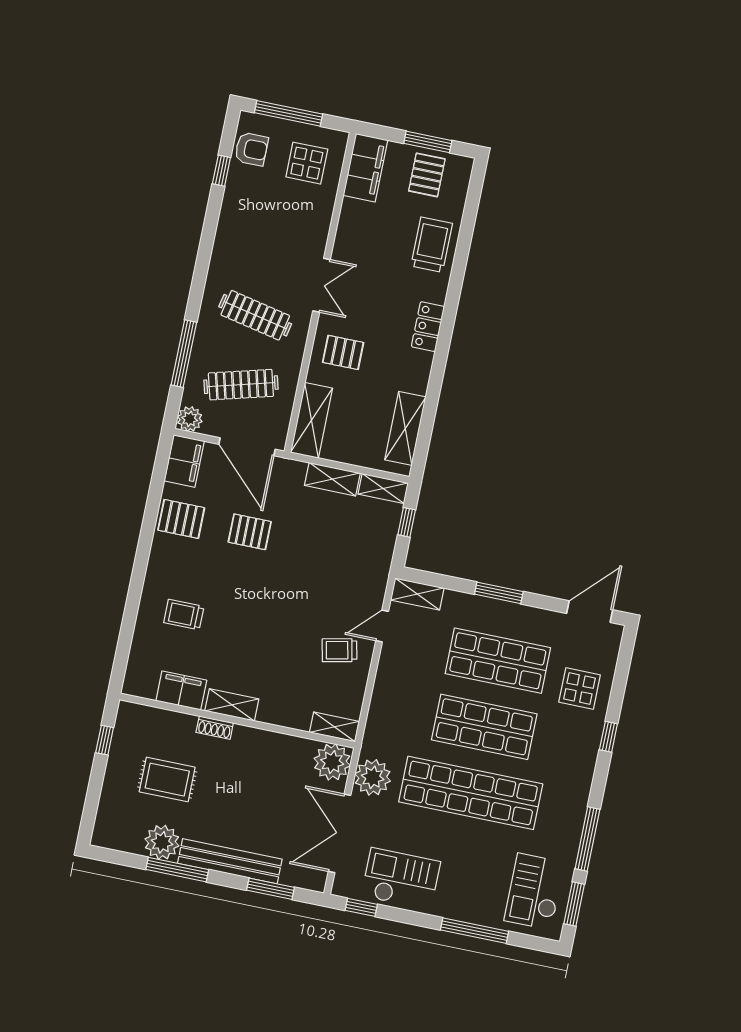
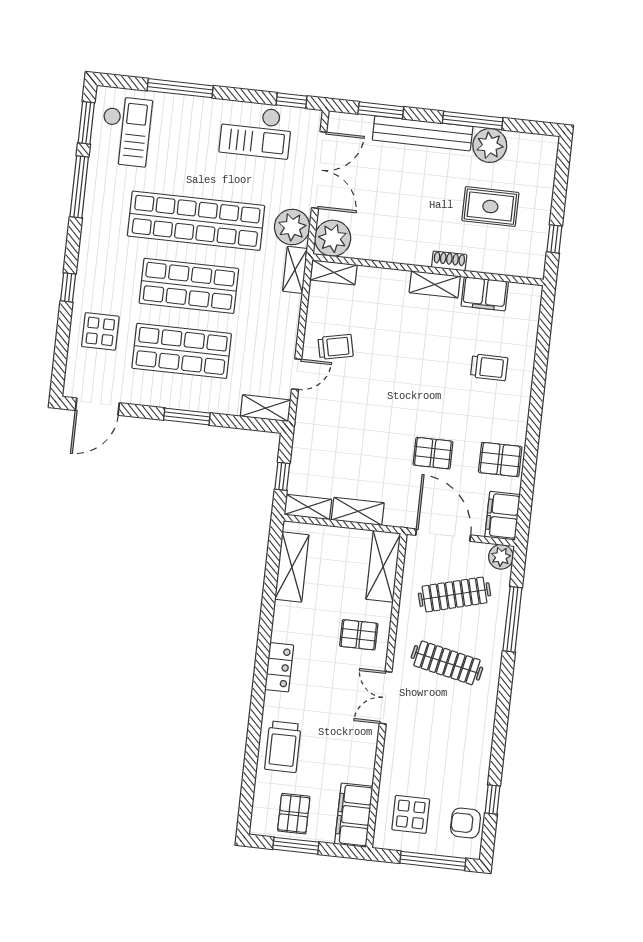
shelving: (374, 733) -> (295, 270), added

